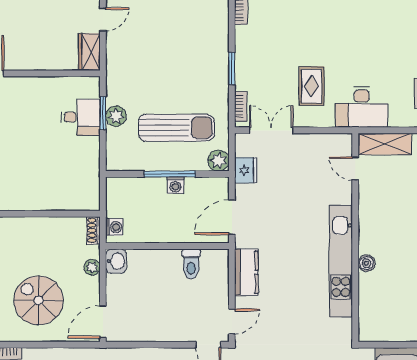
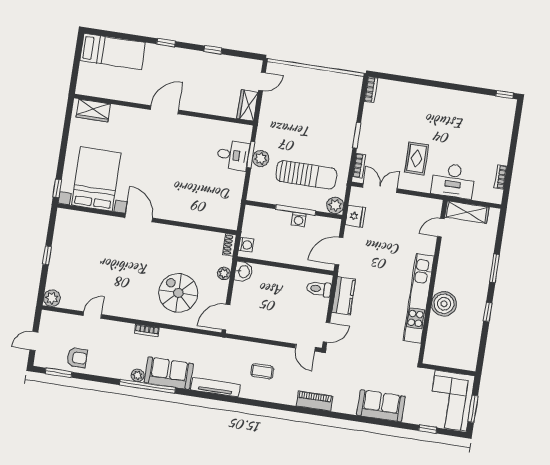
door: (355, 168) -> (441, 228), hinge flipped
boiler: (366, 263) -> (444, 304), width x1.86, depth x1.86
toilet: (191, 264) -> (319, 289), moved, turned 90

